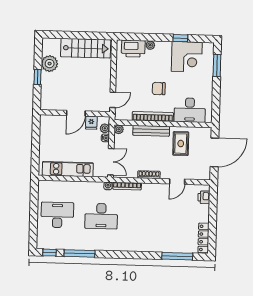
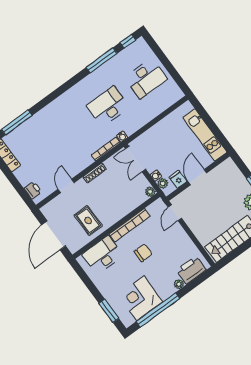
window: (180, 38) -> (158, 310), width x3.17
bench: (151, 131) -> (122, 212), removed
kitchen unit: (68, 169) -> (205, 135), moved, turned 90

